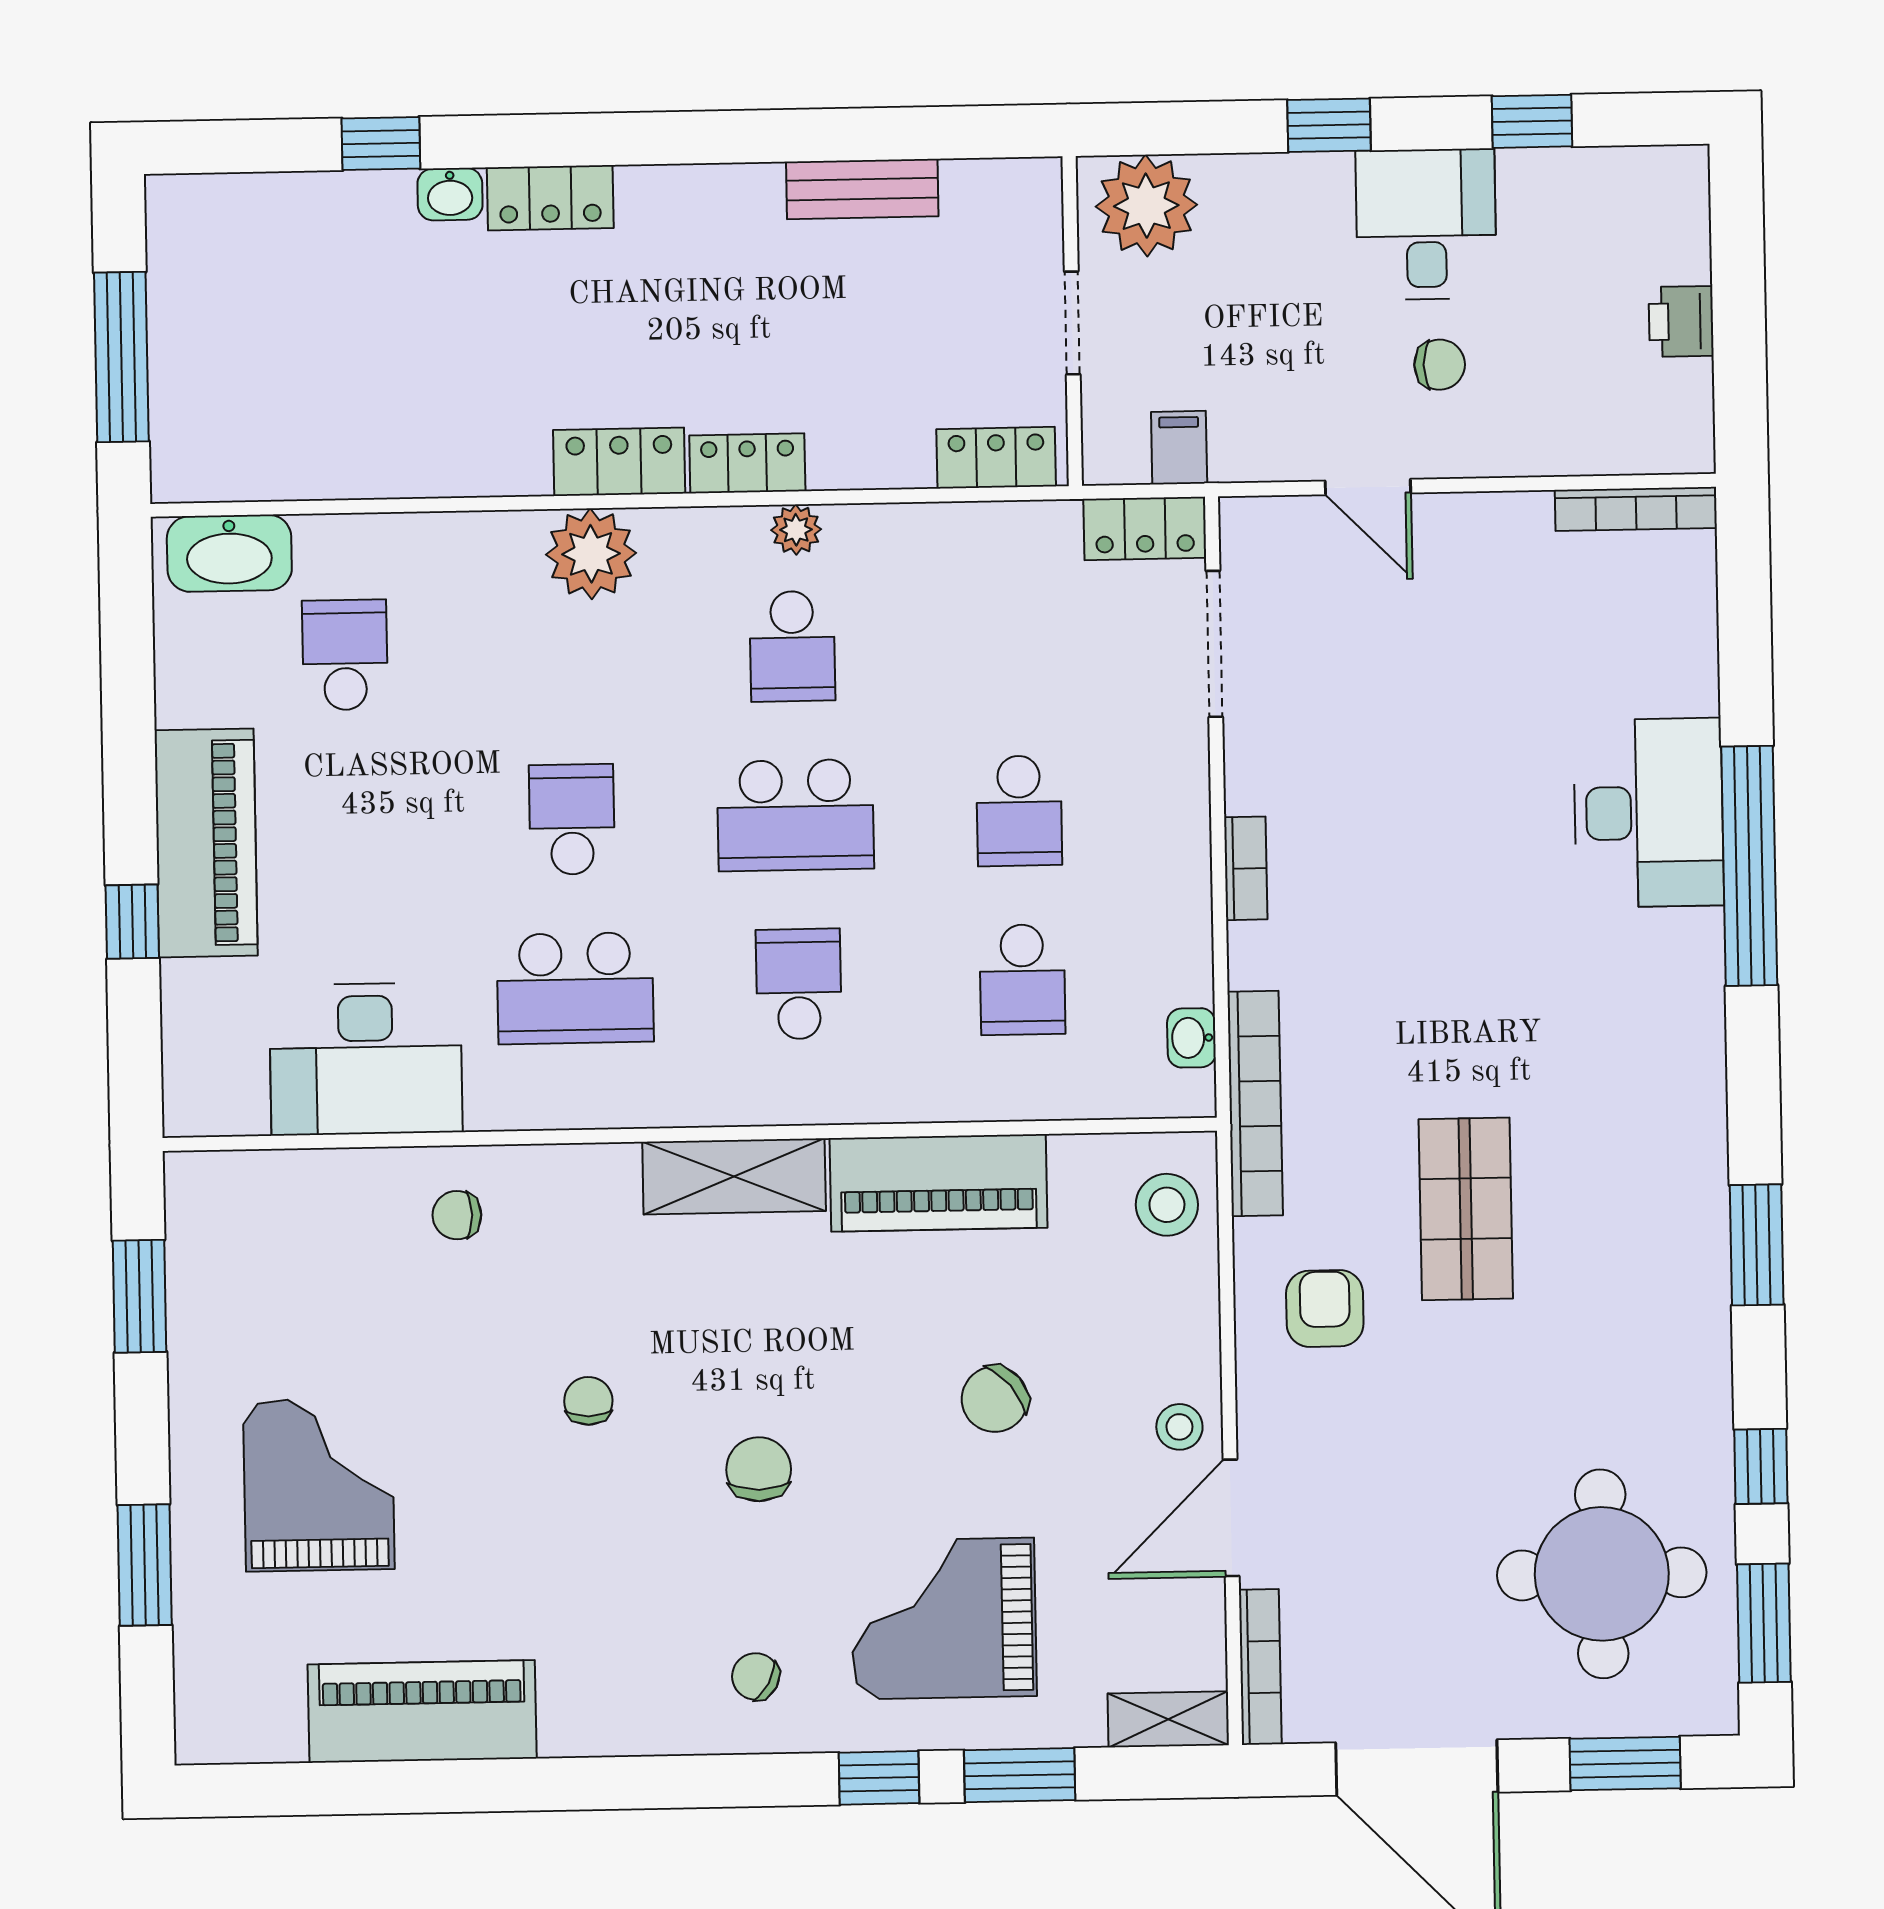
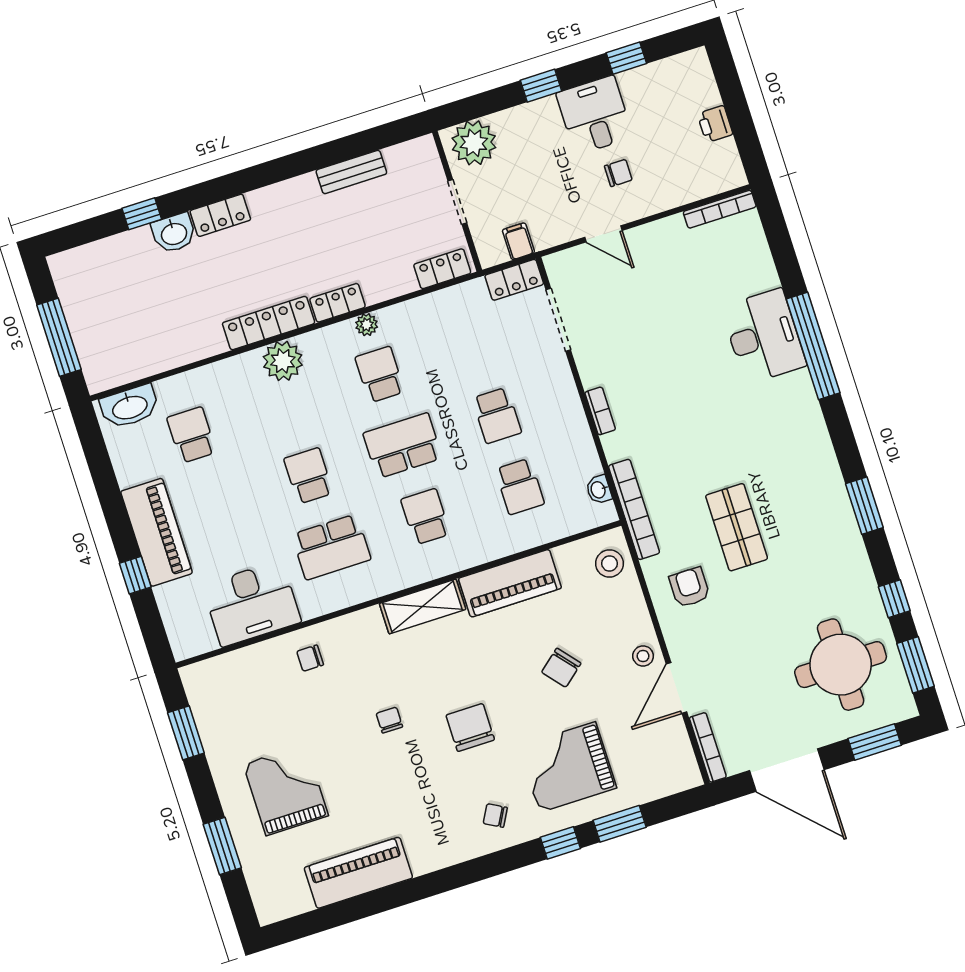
washbasin: (450, 194) -> (174, 233), width x1.38, depth x1.45
locker: (619, 462) -> (269, 323), width x1.53
school desk: (792, 646) -> (380, 375), turned 180
school desk: (796, 815) -> (403, 446), turned 180
chair: (759, 1469) -> (470, 727), width x1.37, depth x1.37
shelving: (1168, 1719) -> (675, 781), removed

